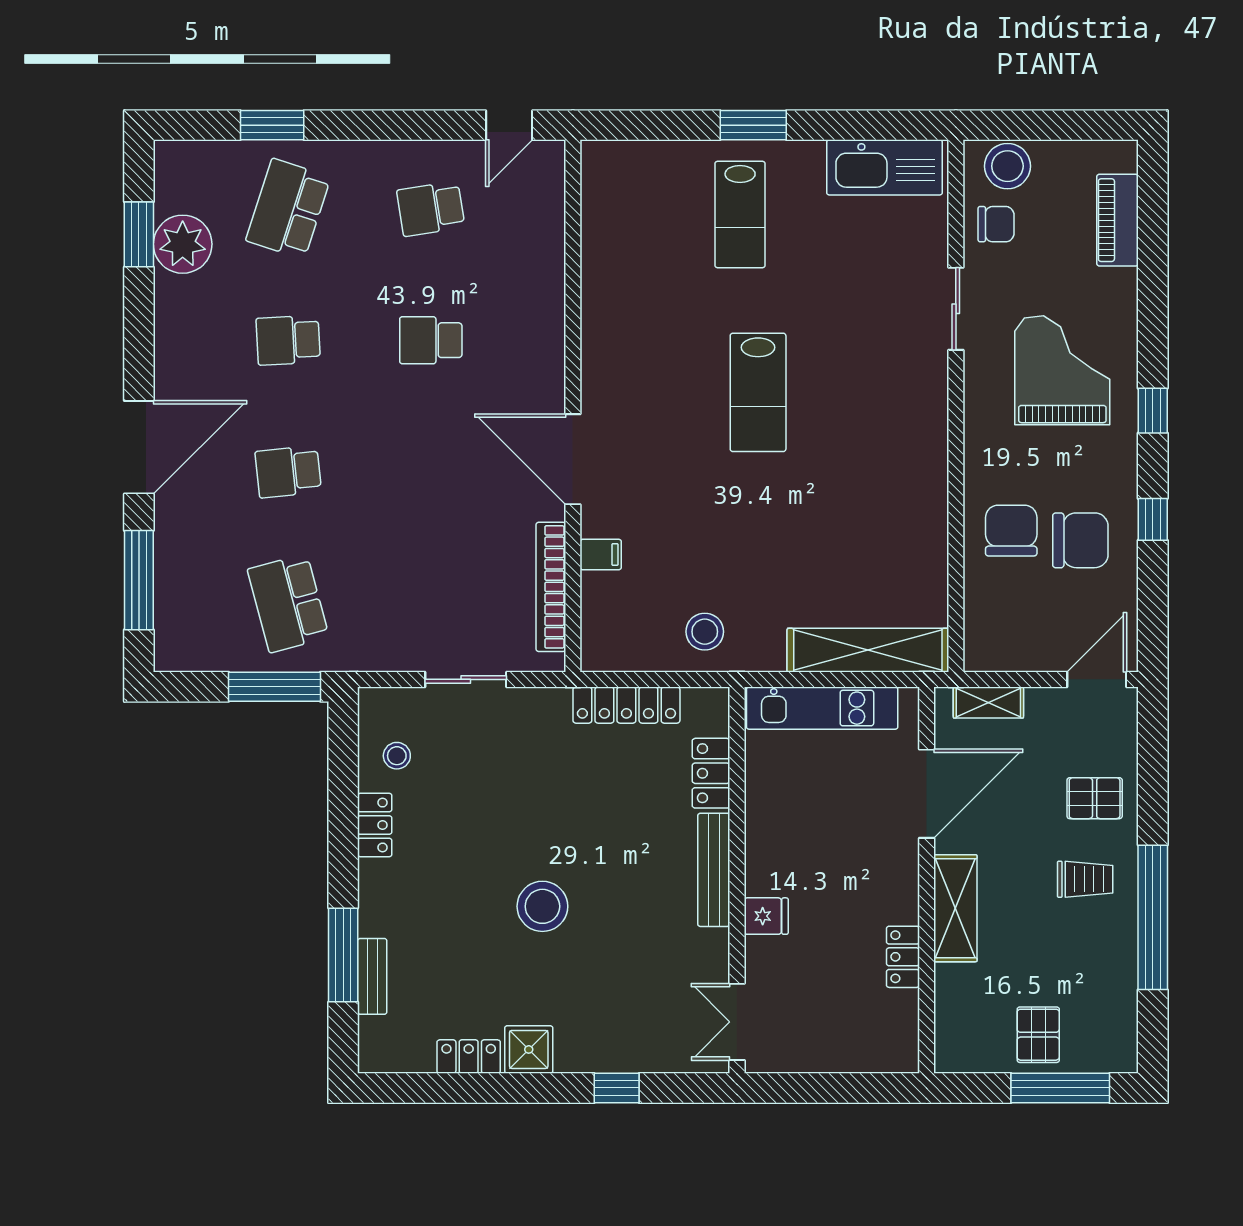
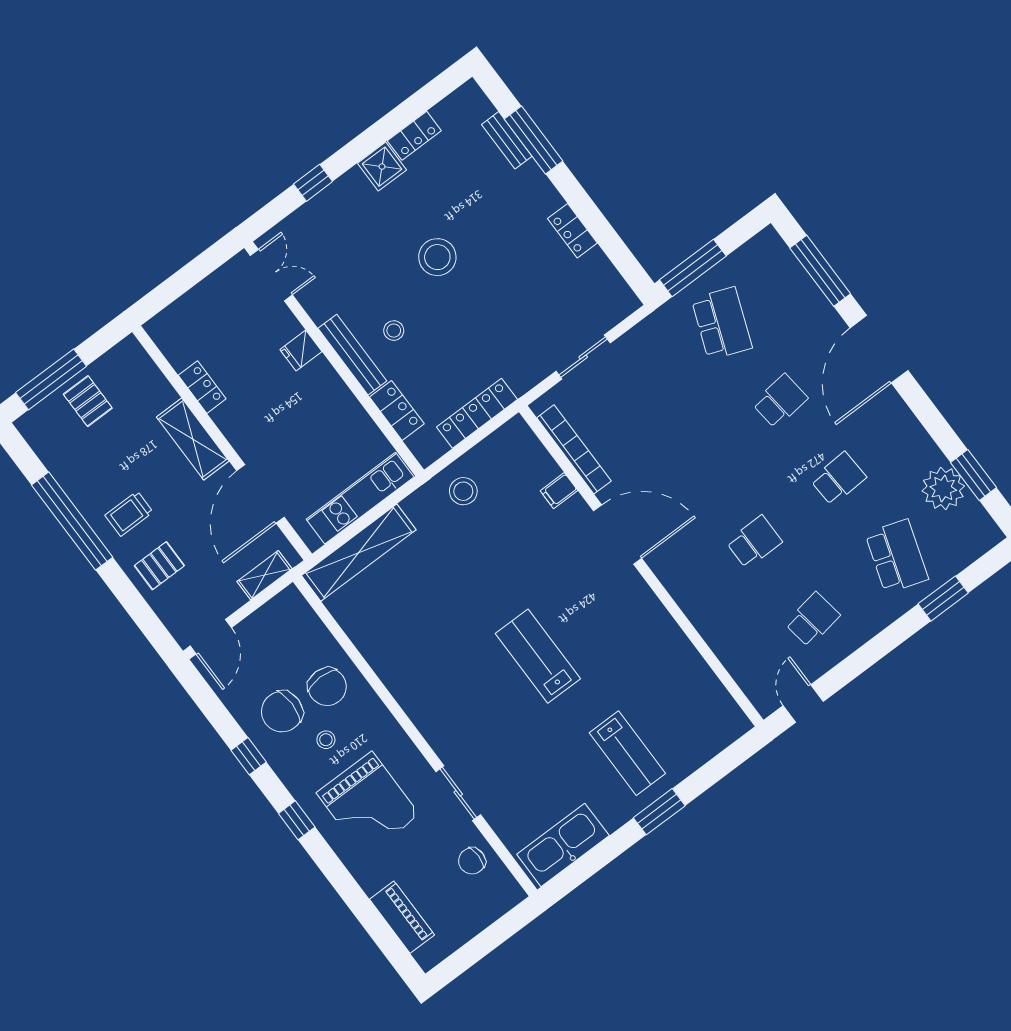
stool: (1007, 166) -> (326, 740), moved, width x0.53, depth x0.53
lab bench: (740, 215) -> (627, 753), turned 180
school desk: (288, 603) -> (722, 323), turned 36
stool: (397, 756) -> (394, 331), moved

